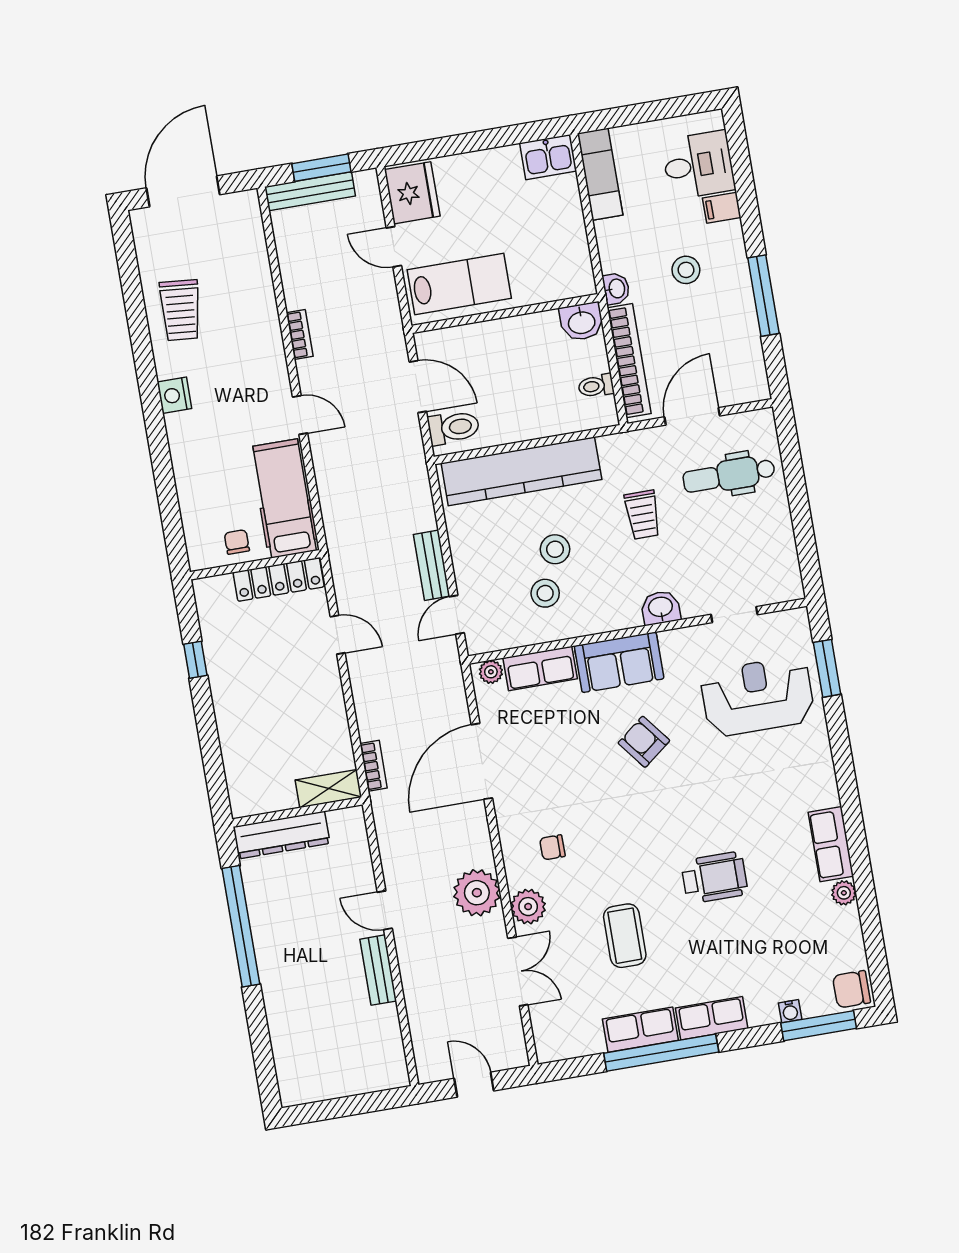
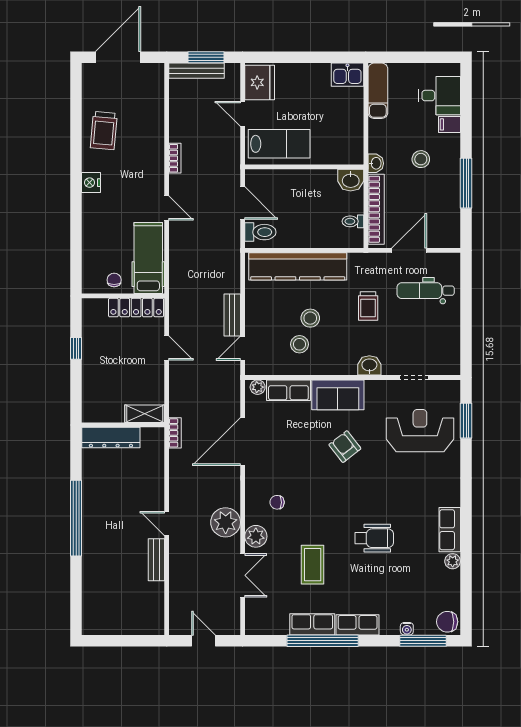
shelving: (328, 789) -> (145, 414), moved
wall: (297, 812) -> (123, 425), moved
dresser: (282, 835) -> (111, 438), moved

